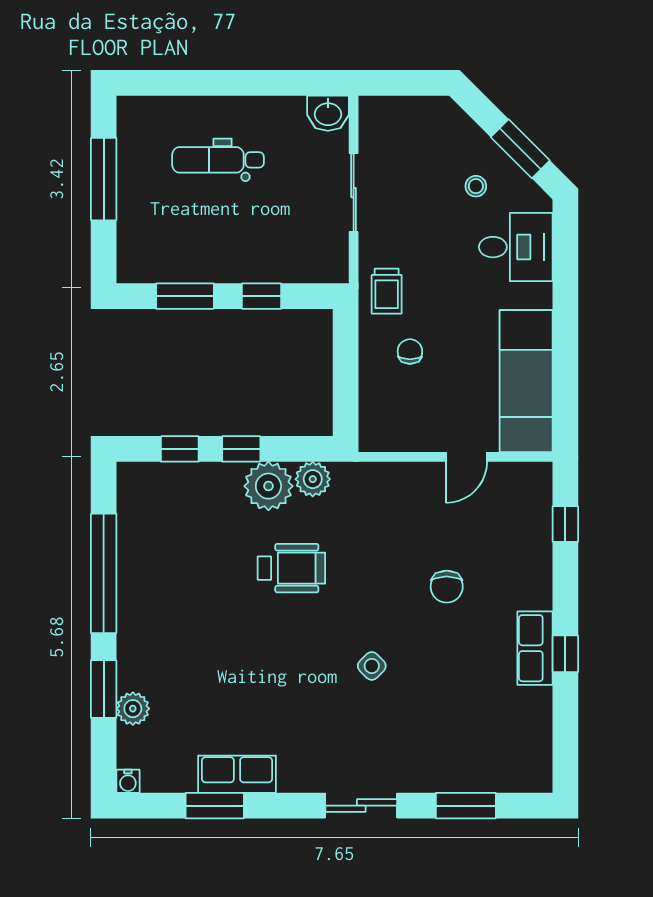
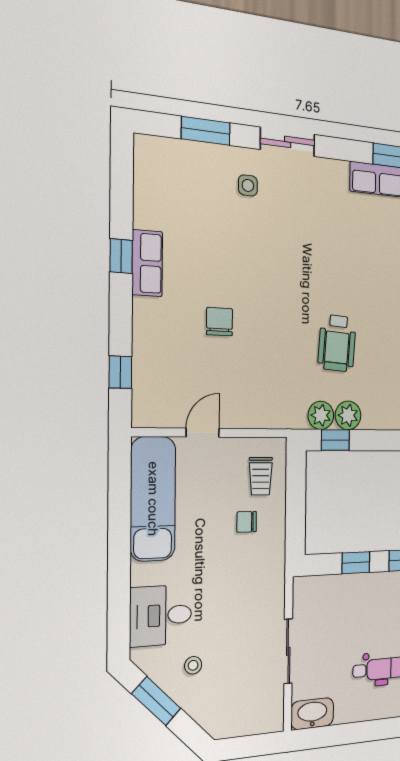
washbasin: (328, 113) -> (312, 714), width x1.38
trolley: (387, 291) -> (261, 476), moved, turned 180
chair: (410, 351) -> (247, 522), turned 90
window: (241, 449) -> (335, 440), moved
plant: (268, 486) -> (348, 415), width x0.73, depth x0.73
wheelchair: (291, 568) -> (337, 343), turned -86
side table: (372, 666) -> (248, 185), moved, turned 45

